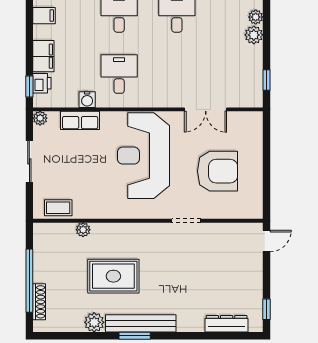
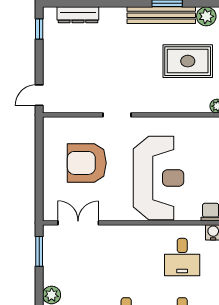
window: (267, 80) -> (39, 251), width x1.50
double door: (206, 109) -> (78, 223), moved

